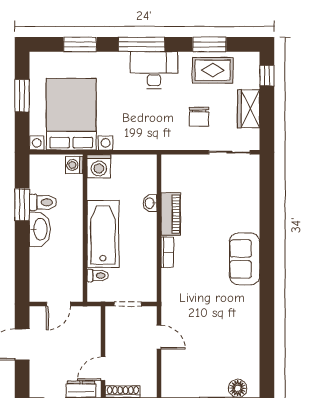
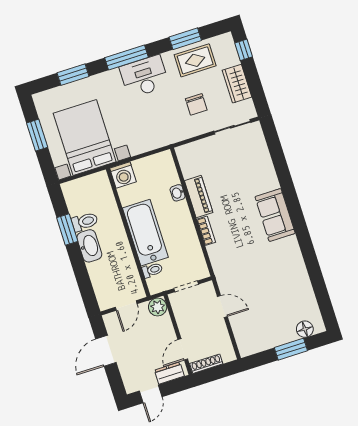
washing machine: (74, 165) -> (101, 181), removed
plant: (91, 316) -> (158, 307), added

